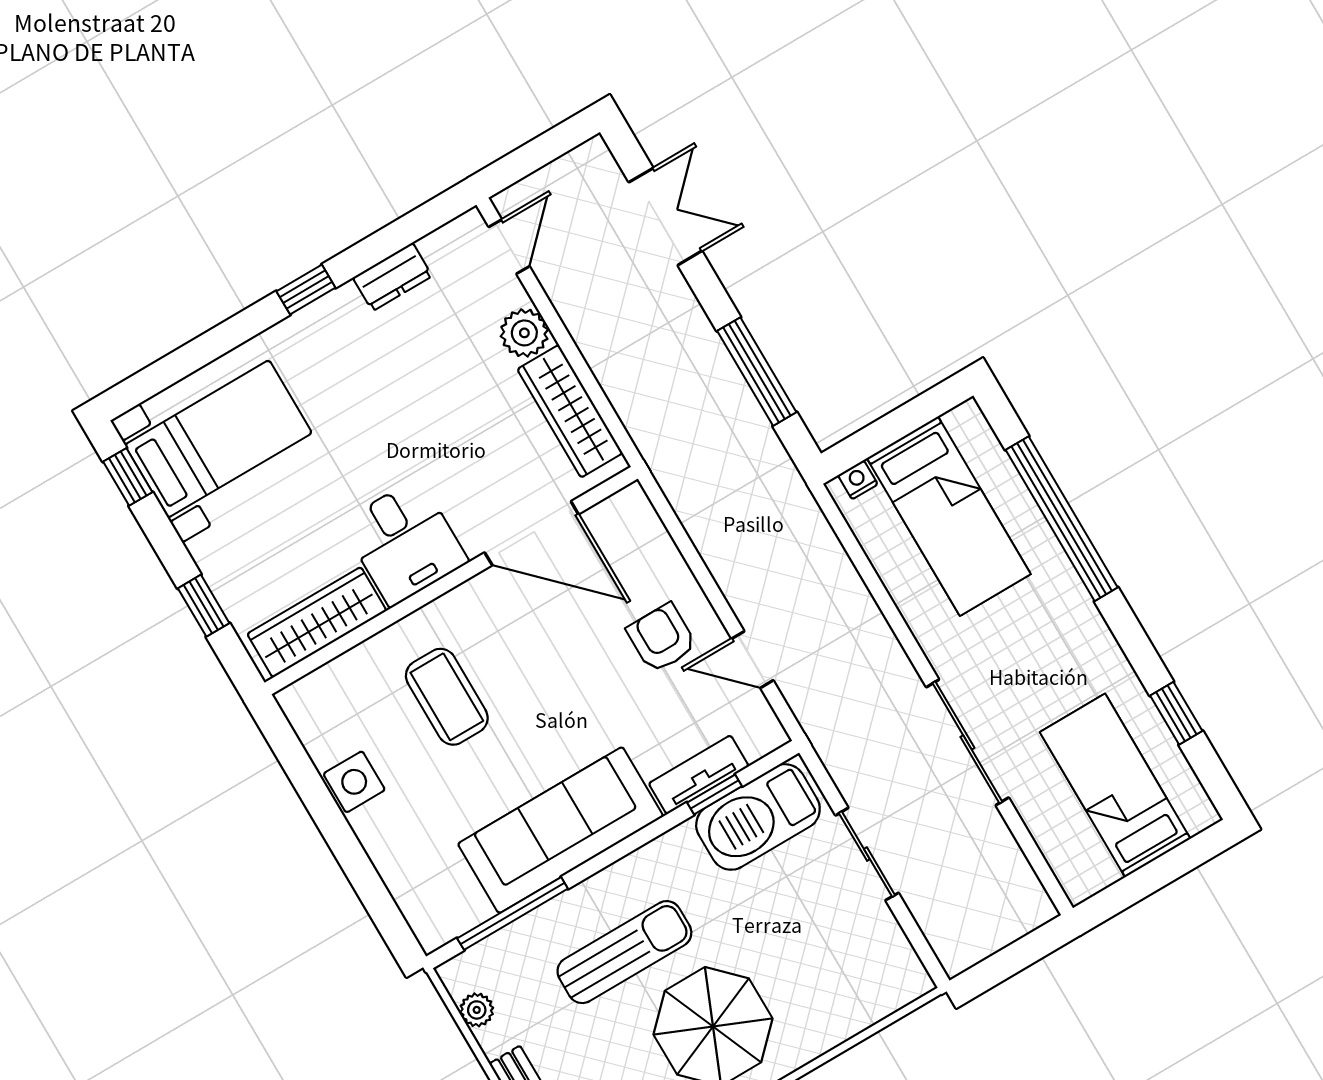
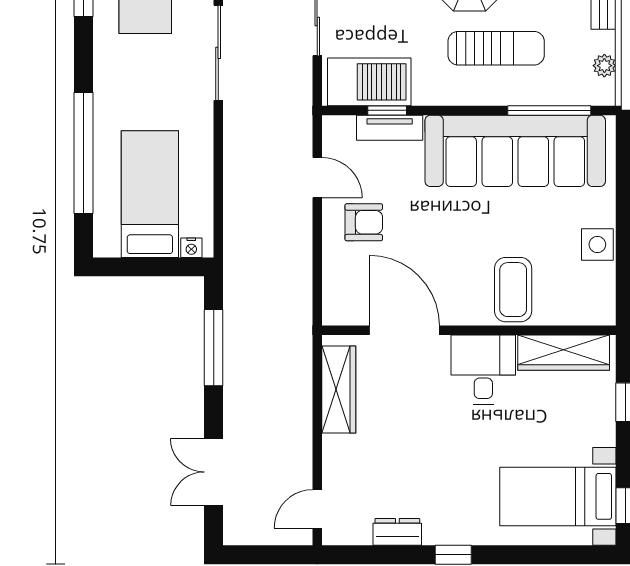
plant: (524, 333) -> (338, 452), removed
armchair: (662, 638) -> (364, 222), turned -90
coffee table: (447, 697) -> (513, 290), moved
sofa: (561, 830) -> (515, 151), width x1.36, depth x1.27
sun lounger: (624, 952) -> (496, 48), turned 180

